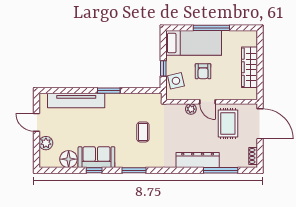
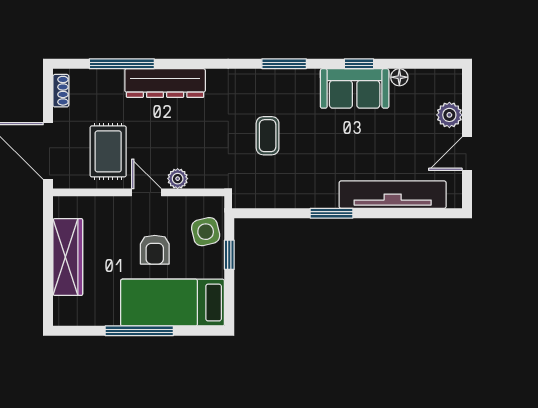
armchair: (203, 71) -> (155, 250), turned 180
door: (36, 122) -> (467, 154), swing flipped
floor lamp: (69, 159) -> (399, 77), width x0.53, depth x0.53

